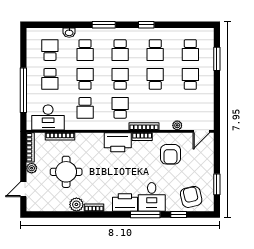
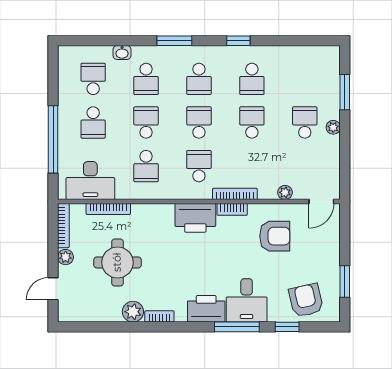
school desk: (190, 50) -> (305, 79), removed
plant: (209, 82) -> (333, 127), added
armchair: (170, 154) -> (275, 236), turned -90

